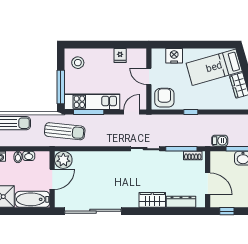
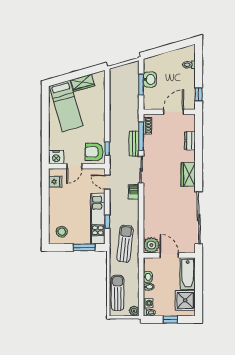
fridge: (120, 55) -> (55, 182), moved
nightstand: (174, 56) -> (56, 157), moved, turned -90
window: (61, 87) -> (84, 247), width x0.69
window: (89, 112) -> (107, 222), width x0.46
window: (191, 112) -> (107, 149), moved
bench: (173, 141) -> (134, 144), added
barbecue: (220, 141) -> (134, 192), moved
wardrobe: (152, 200) -> (188, 174), moved
dresser: (181, 202) -> (190, 141), width x0.70

